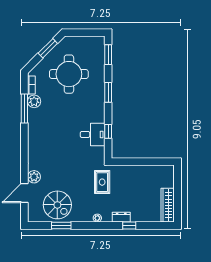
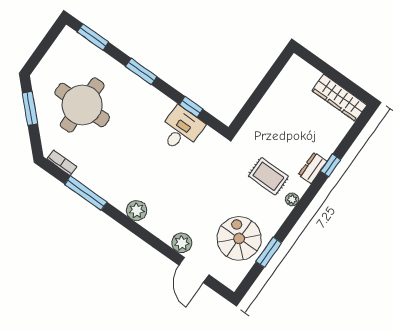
plant: (34, 101) -> (137, 211), moved
rug: (102, 182) -> (268, 176), moved
spiral stairs: (57, 205) -> (239, 239), turned -90

